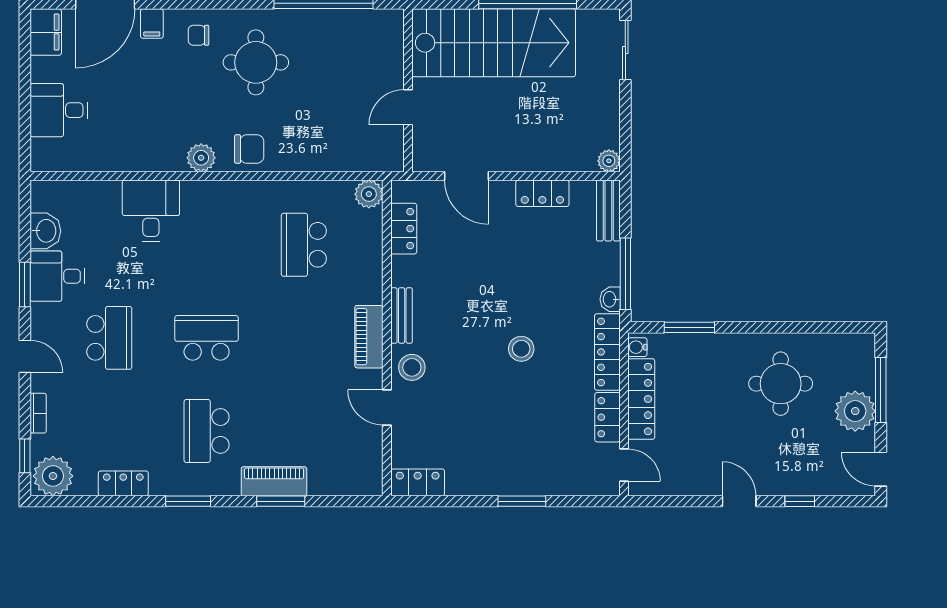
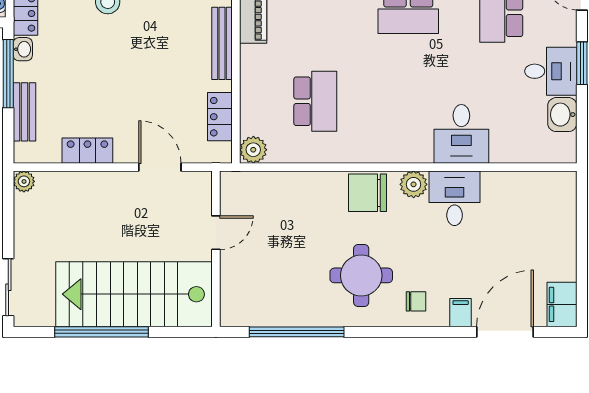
desk: (59, 110) -> (455, 198), moved, turned -90
chair: (249, 149) -> (368, 193), width x1.37, depth x1.37
bench: (608, 210) -> (24, 112), moved
bench: (402, 315) -> (222, 43), width x1.36

